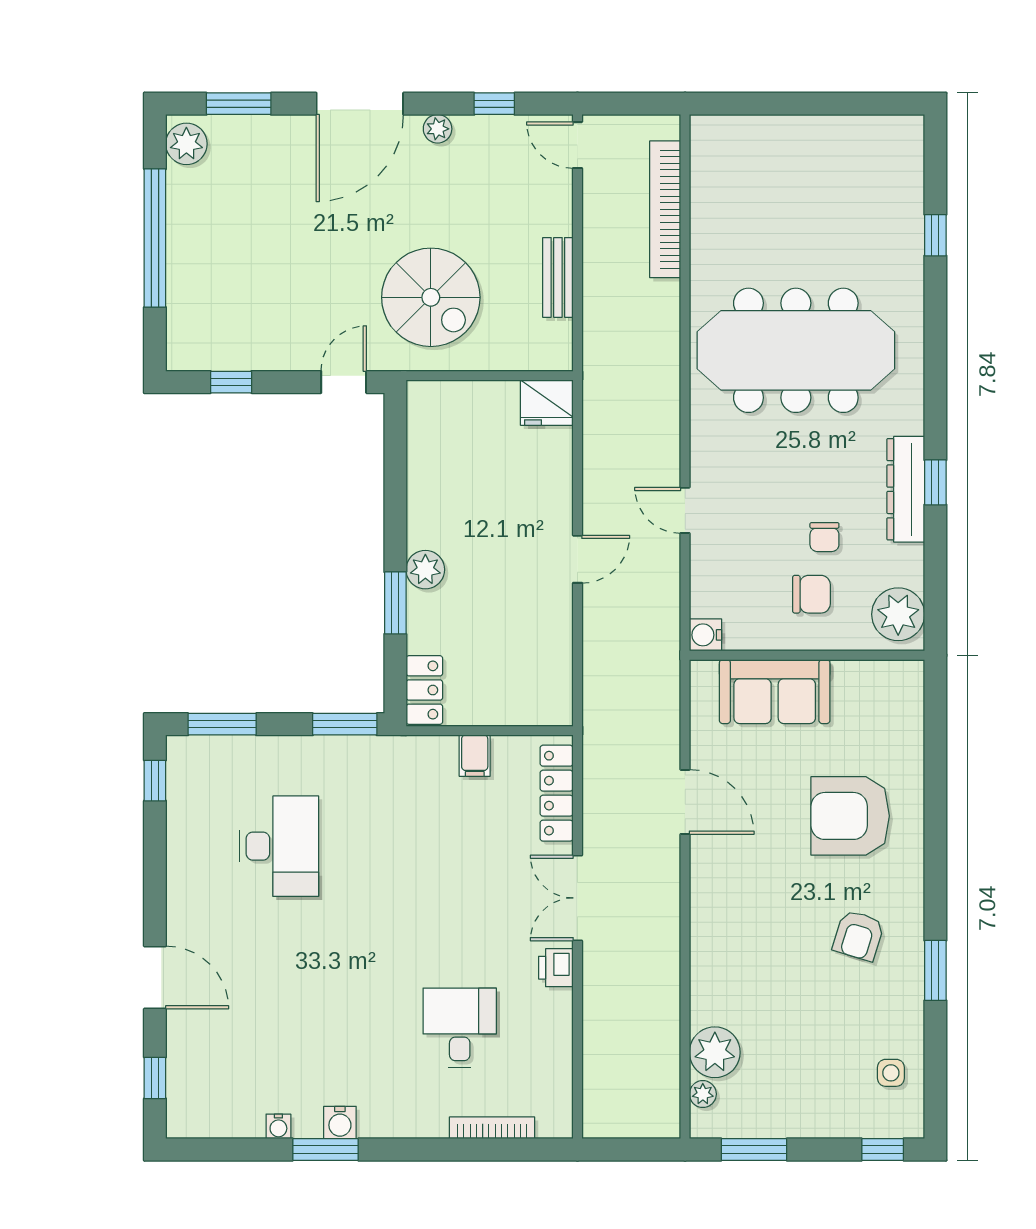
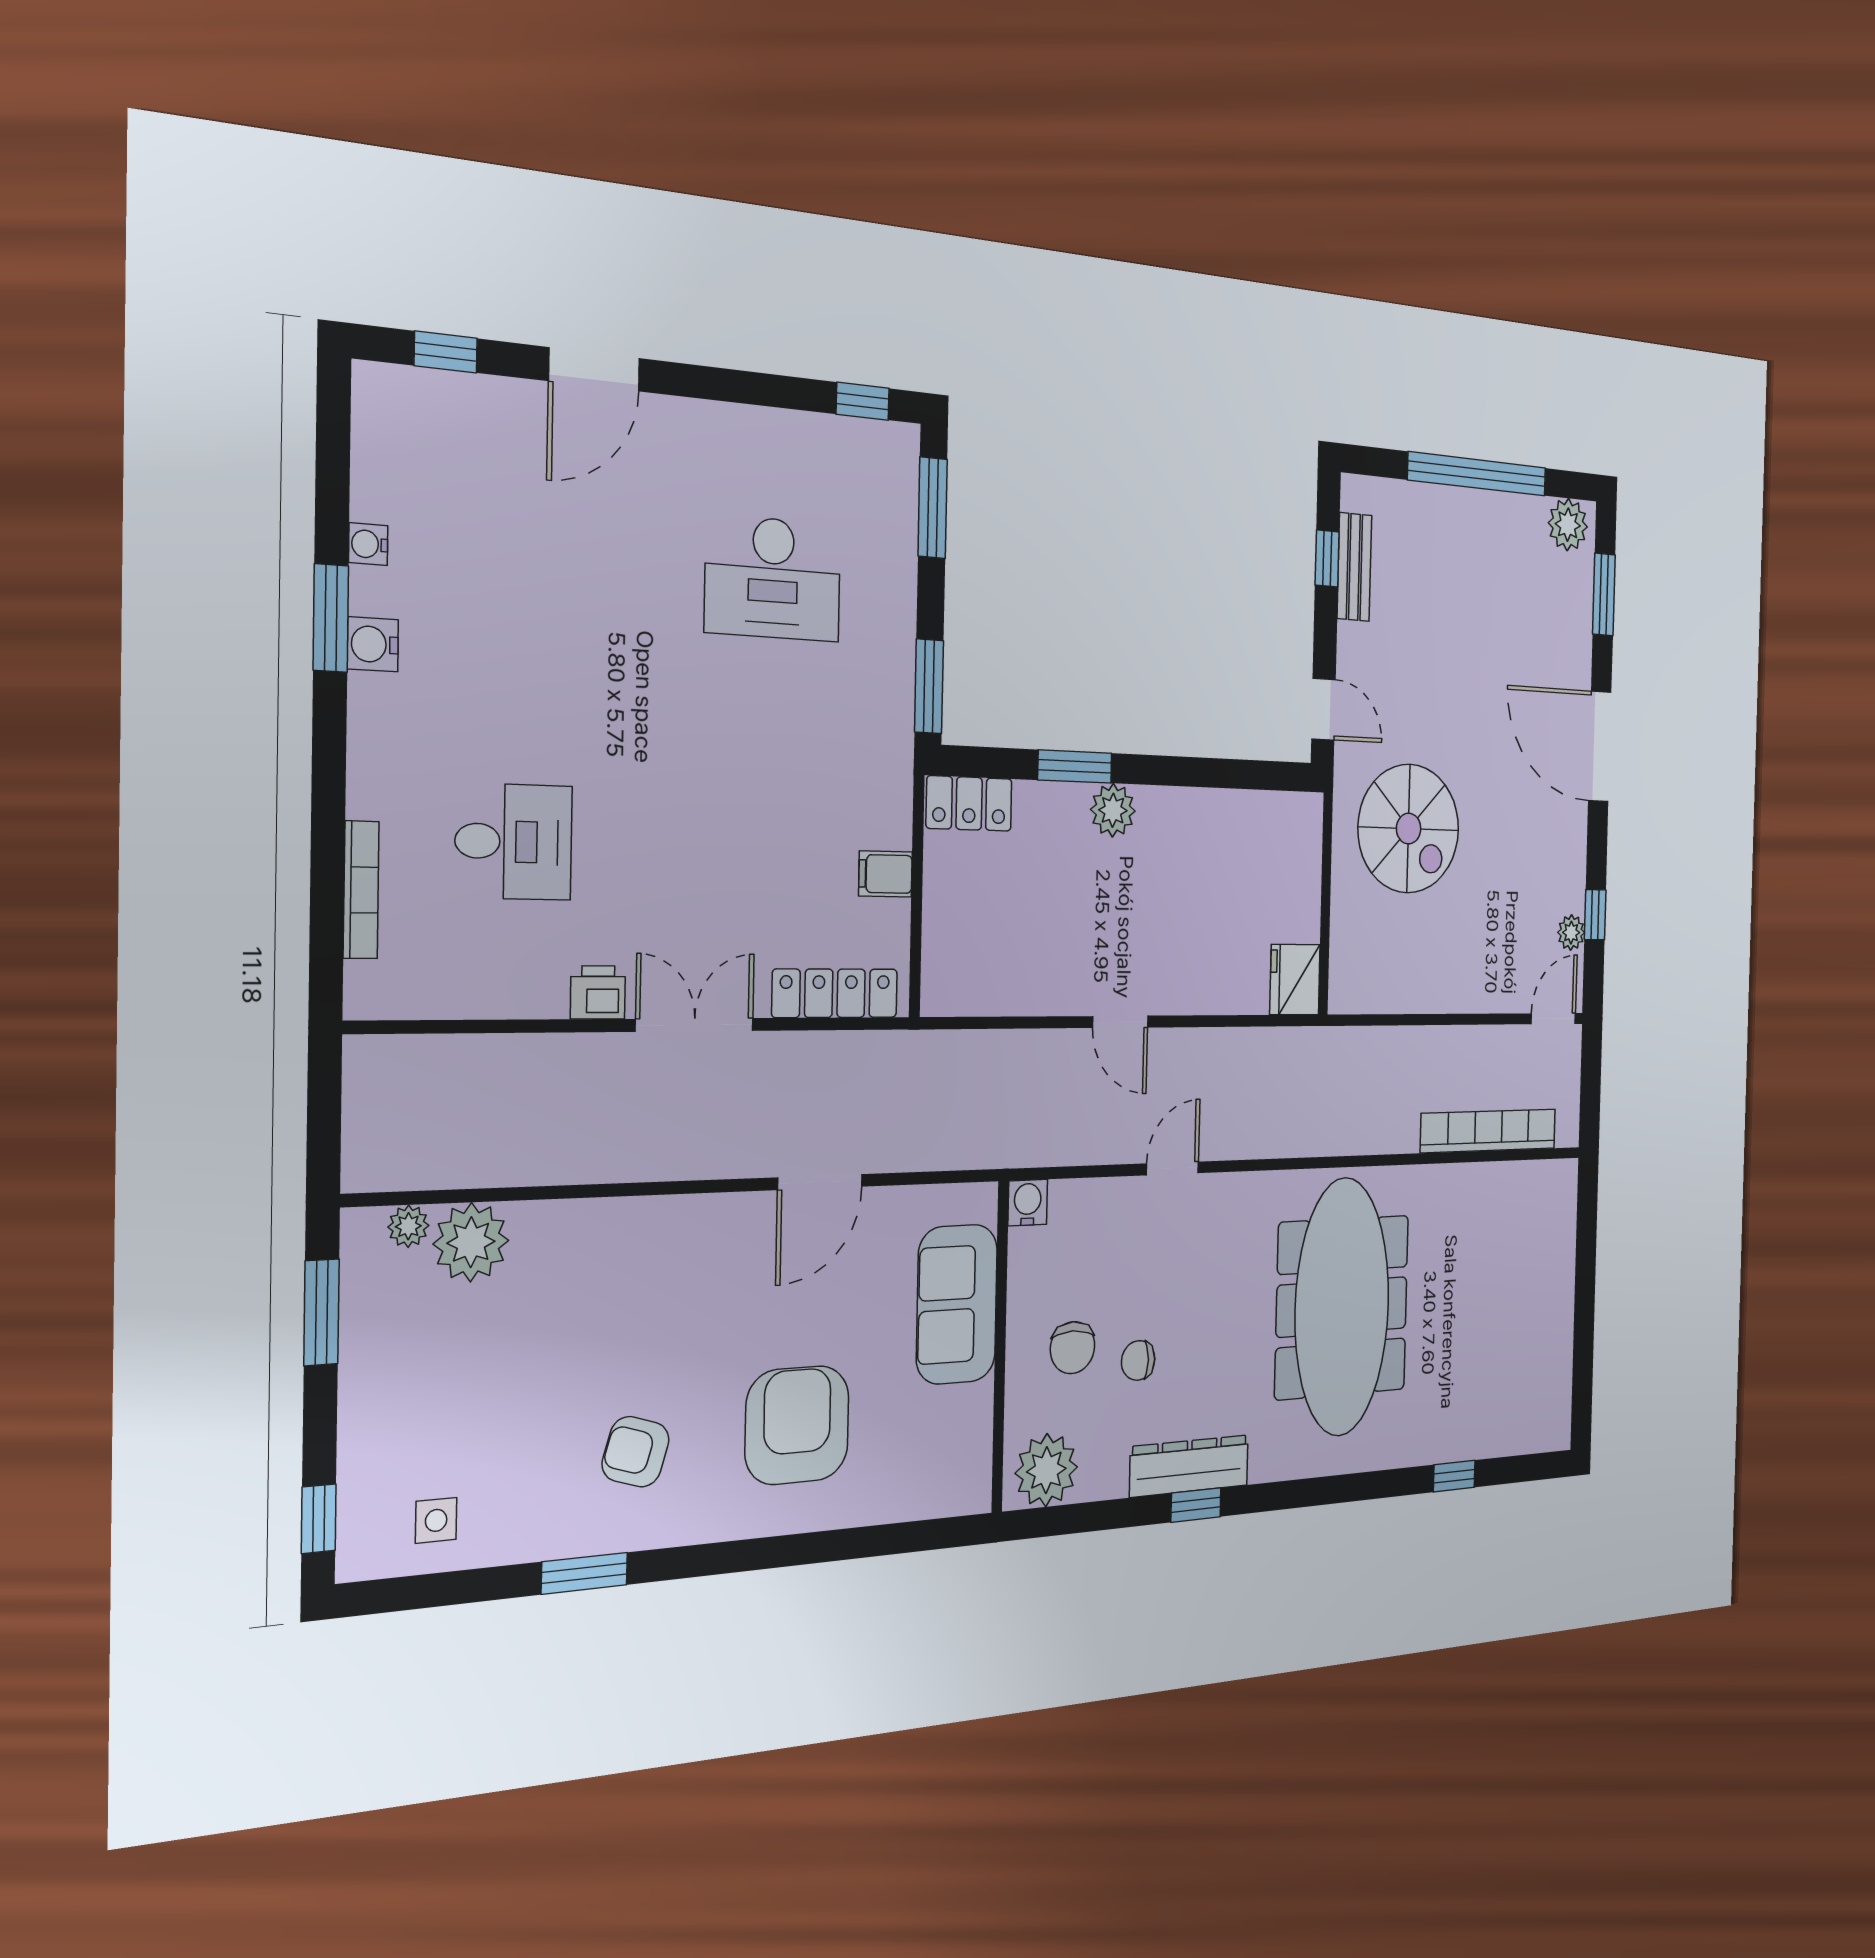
plant: (438, 129) -> (1571, 933), moved
bench: (558, 277) -> (1354, 567), moved, turned 90
spiral stairs: (431, 297) -> (1409, 829), turned -90

